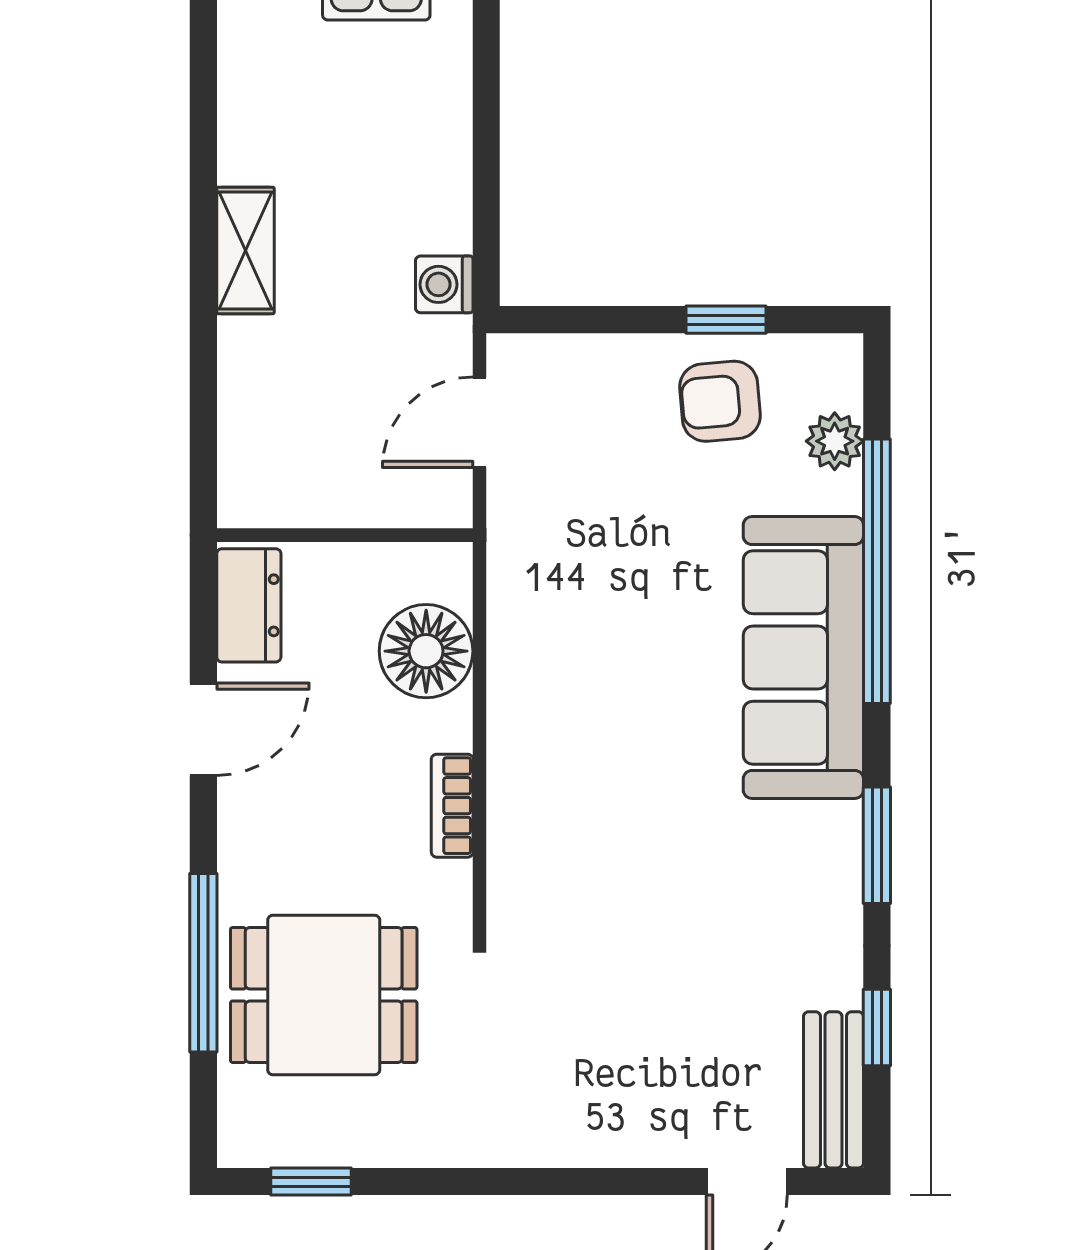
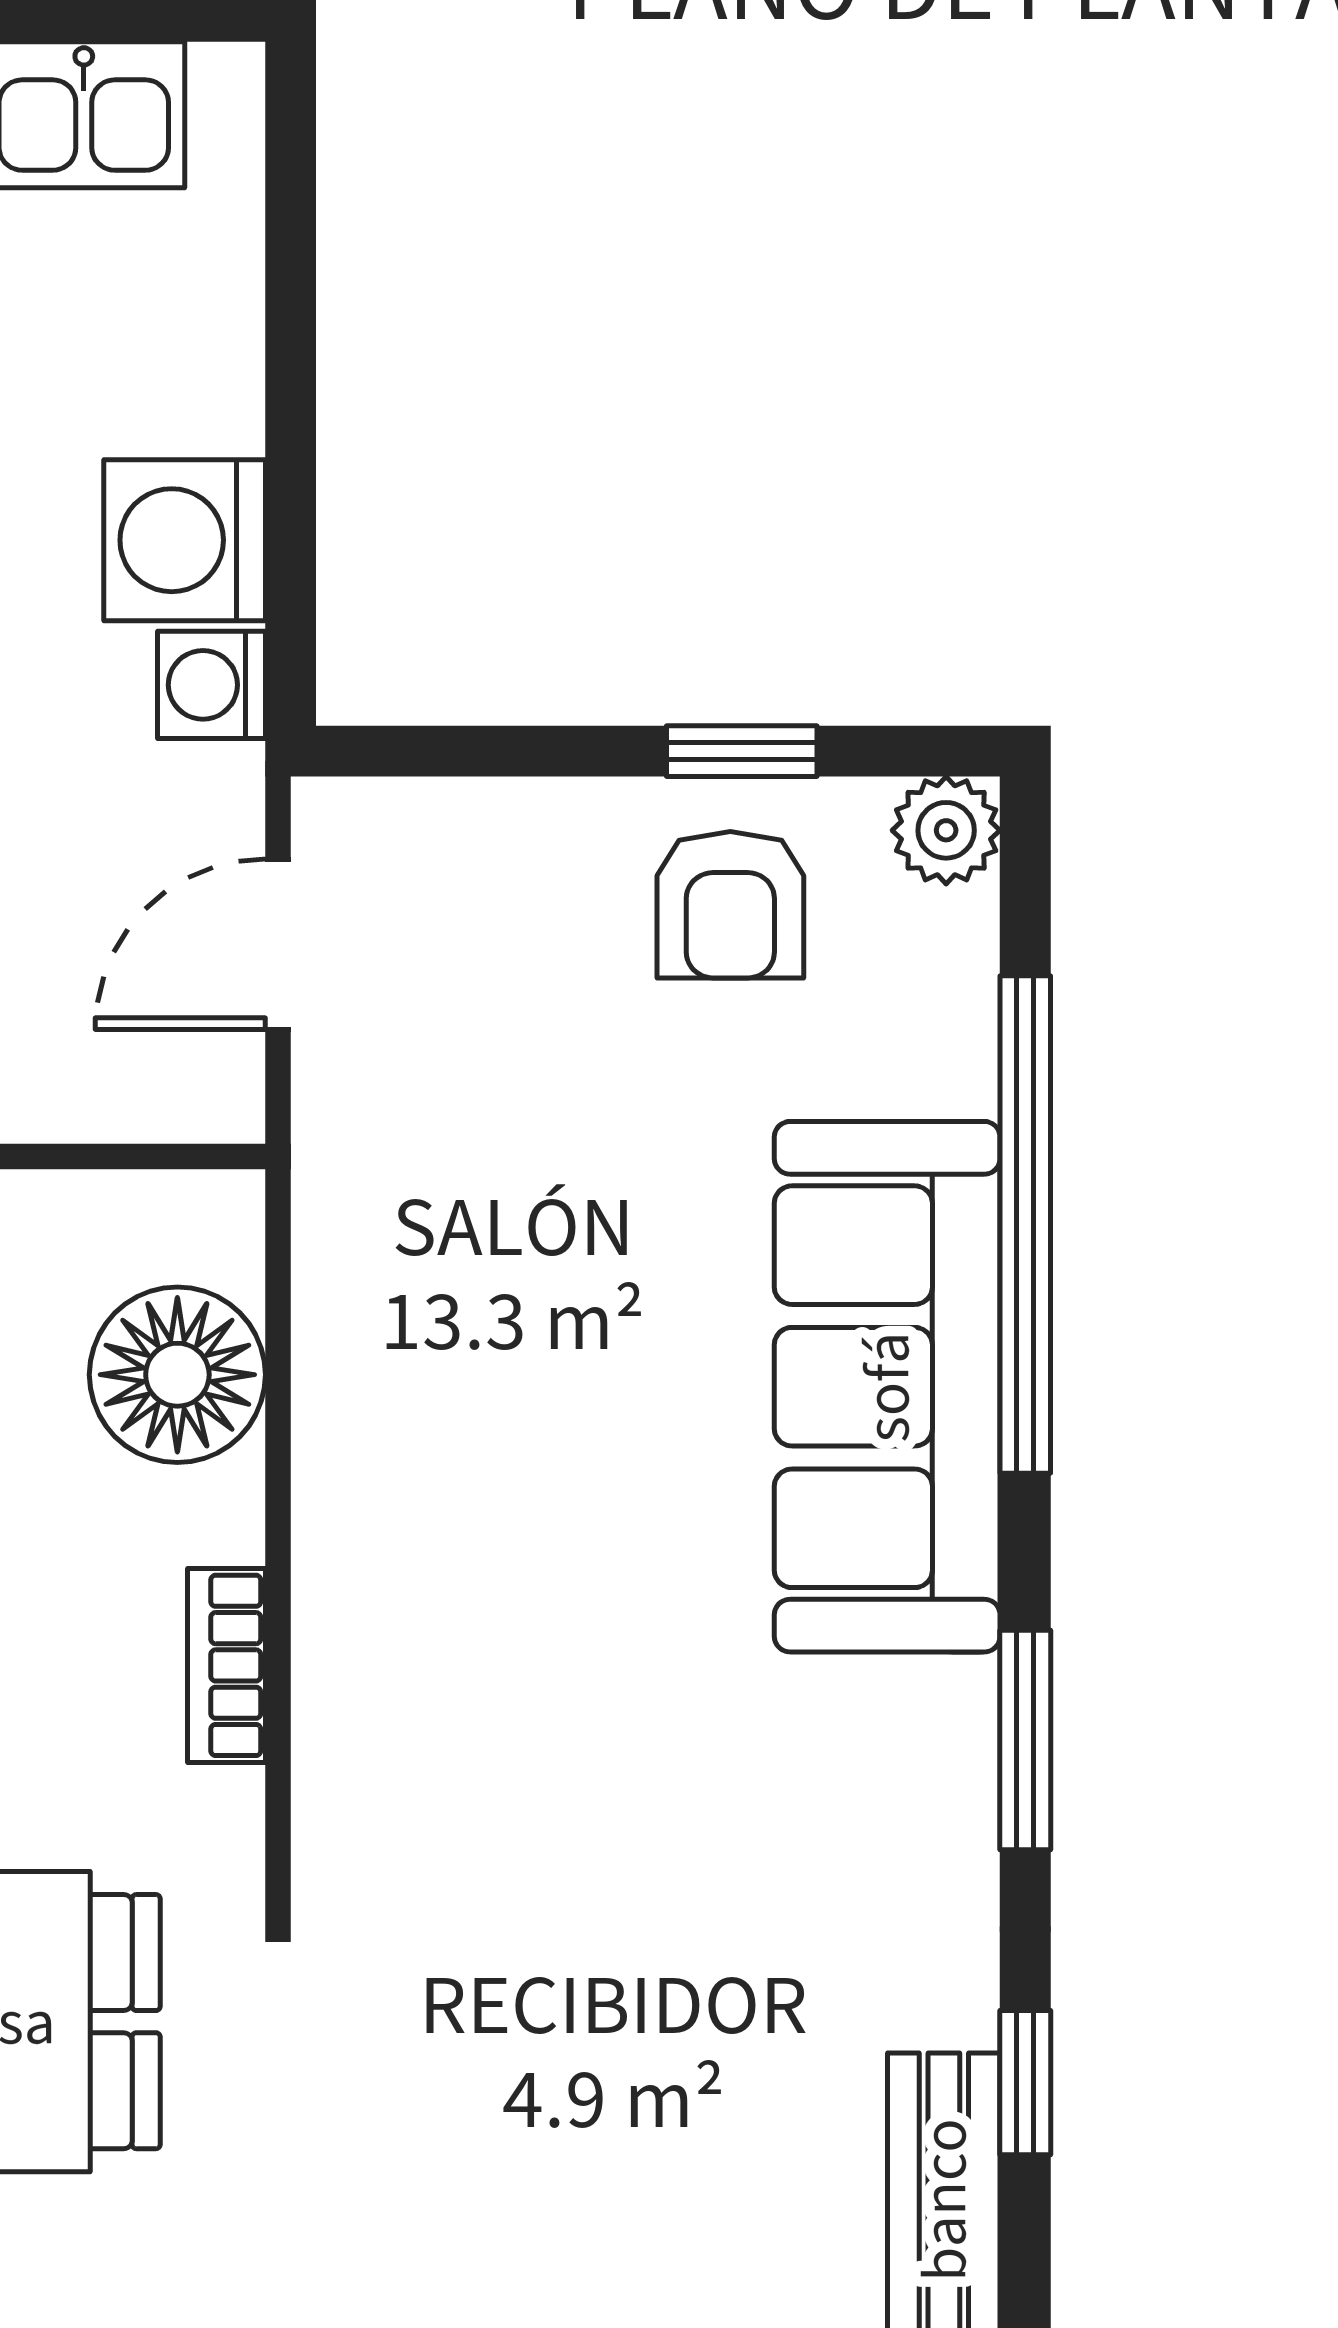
washing machine: (430, 208) -> (185, 540), added
armchair: (720, 401) -> (730, 905), turned -85
plant: (835, 441) -> (946, 830), moved

